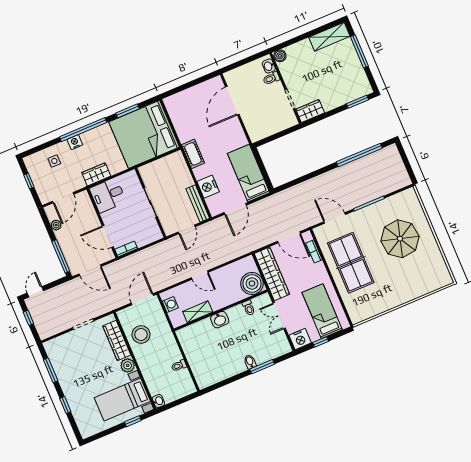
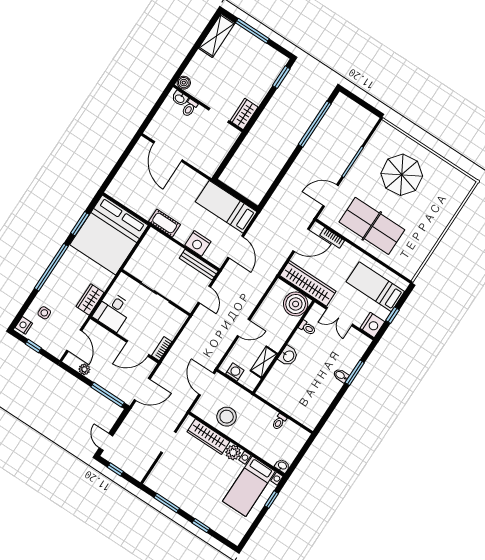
nightstand: (75, 142) -> (24, 325), moved

